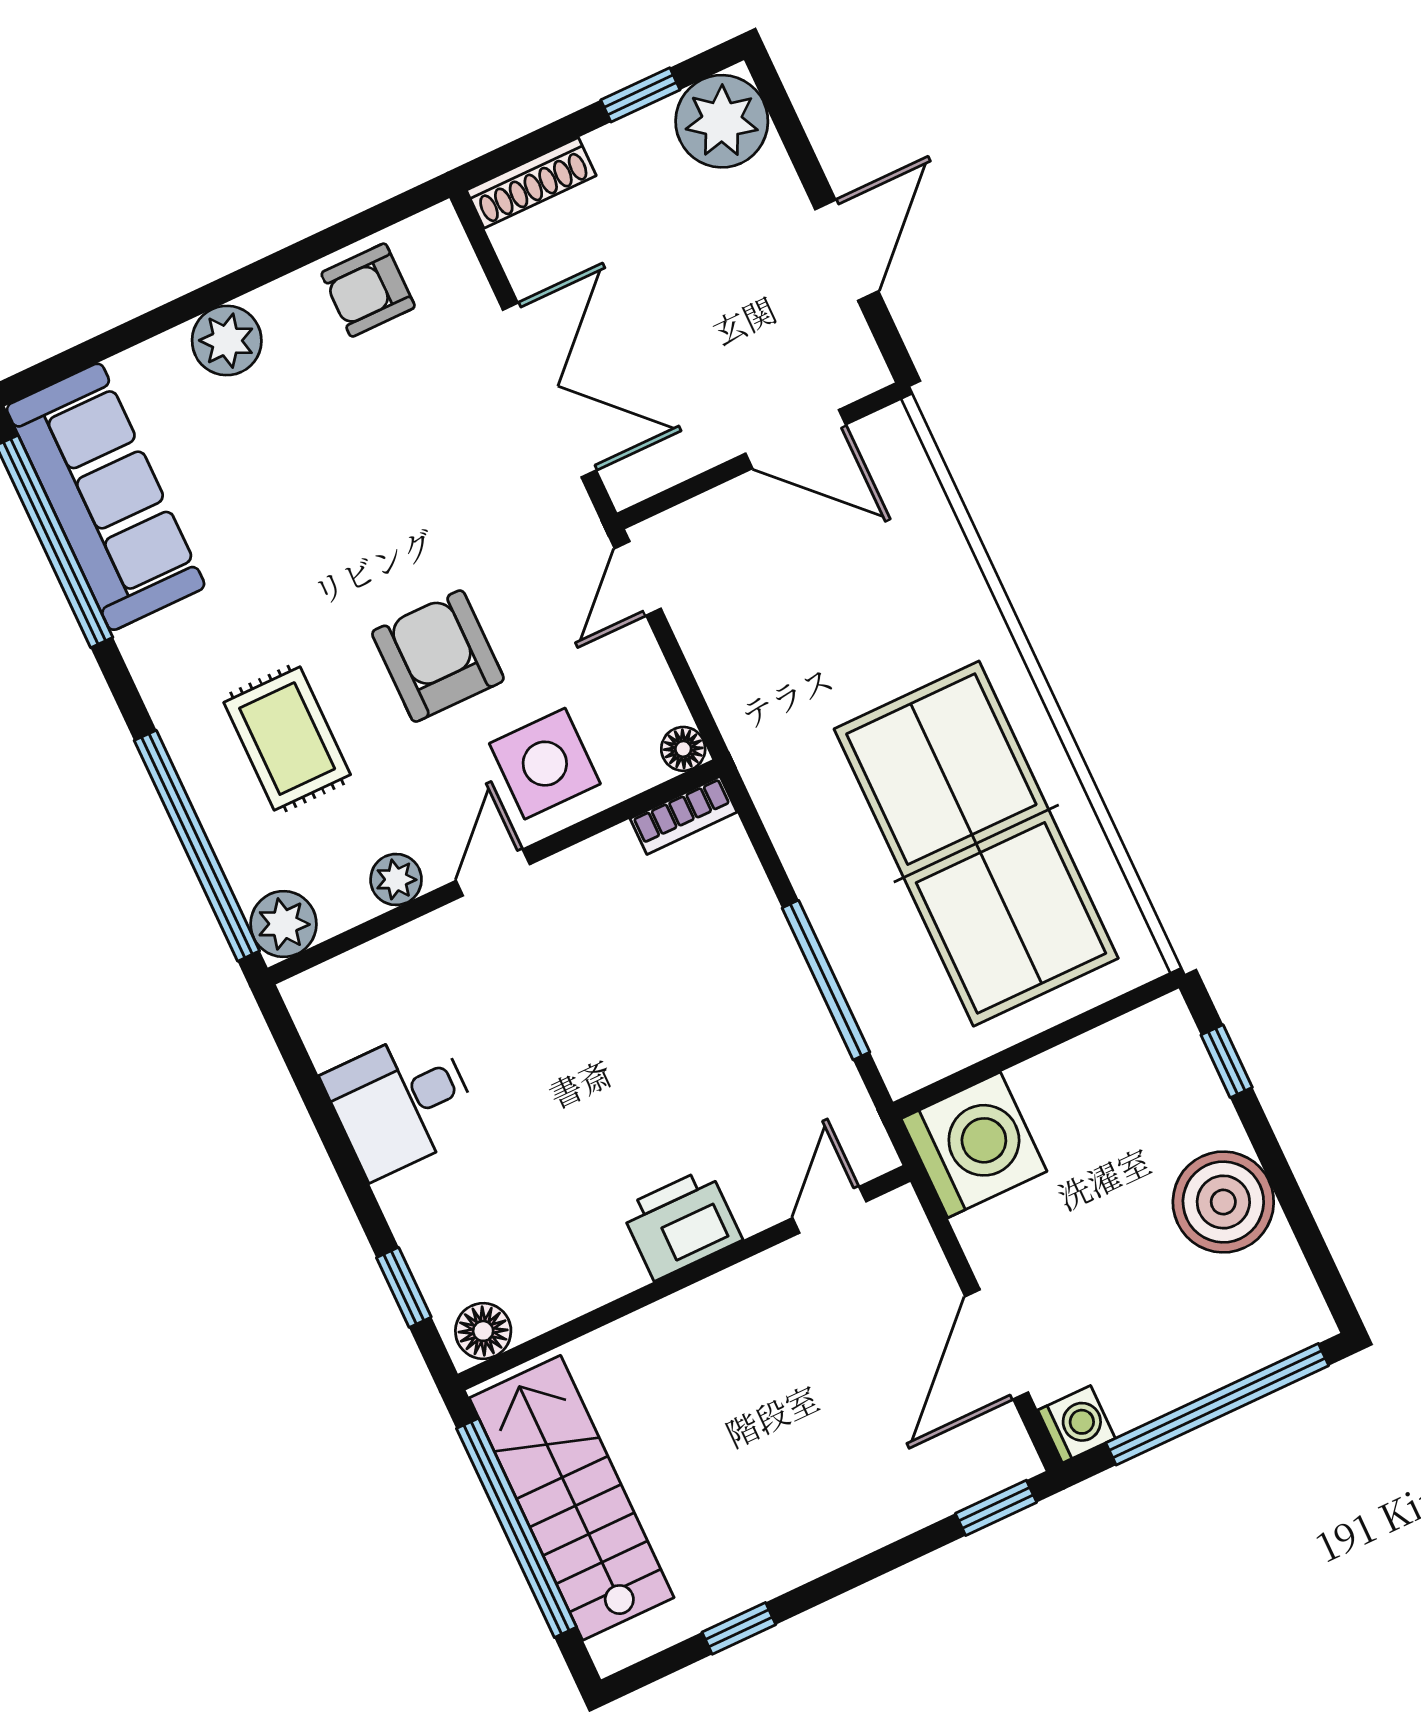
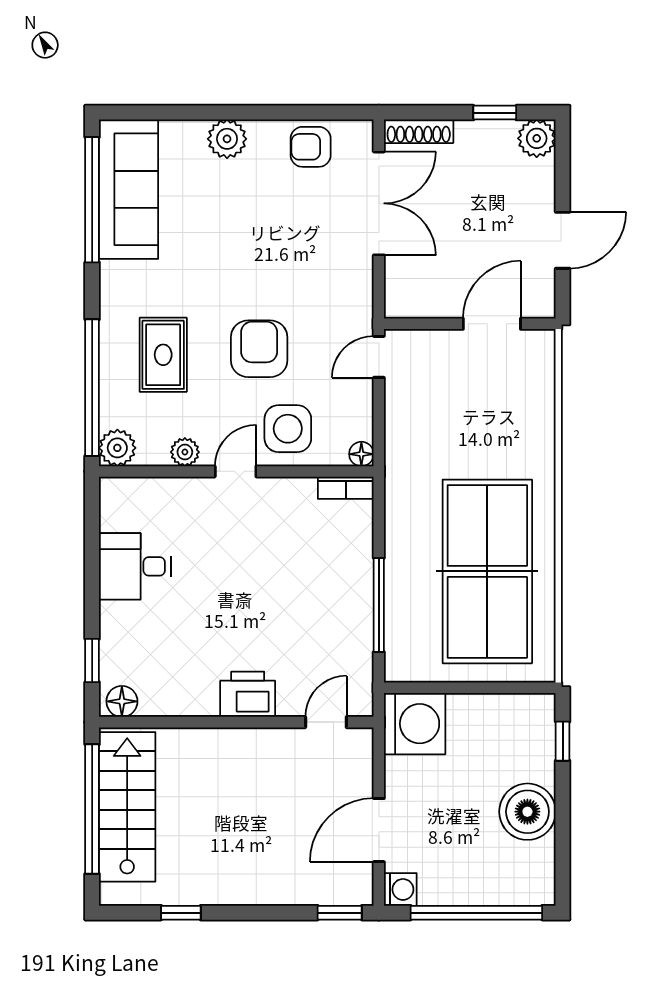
plant: (722, 121) -> (537, 138), width x0.73, depth x0.73
double door: (550, 390) -> (379, 203), moved
door: (796, 439) -> (492, 324), swing flipped

